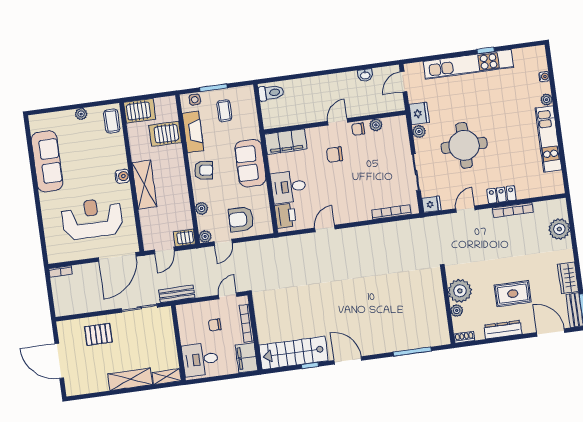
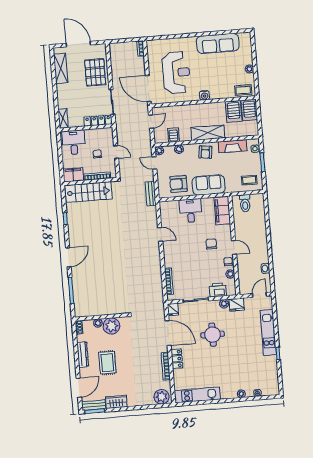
kitchen unit: (468, 64) -> (268, 332), width x0.73
door: (404, 82) -> (259, 295), hinge flipped
toilet: (271, 93) -> (245, 203), moved
coffee table: (224, 111) -> (249, 180), moved
server rack: (165, 134) -> (234, 111), moved, turned 180
kitchen unit: (548, 139) -> (197, 395), moved
round table: (464, 145) -> (213, 335), width x0.73, depth x0.73
shelving: (144, 185) -> (208, 133), moved
door: (465, 209) -> (168, 333), width x1.88
printer: (285, 216) -> (218, 290), moved, turned 180
armchair: (241, 219) -> (178, 184), moved, turned -90
plant: (559, 229) -> (162, 397), moved
server rack: (184, 238) -> (173, 135), moved
door: (164, 250) -> (151, 122), swing flipped
bench: (177, 294) -> (151, 194), moved
door: (228, 296) -> (116, 152), moved
locker: (167, 327) -> (98, 121), added
pallet: (98, 334) -> (95, 72), width x1.50, depth x1.42
stairs: (293, 353) -> (88, 192), moved, turned 90
door: (348, 360) -> (68, 257), moved
door: (59, 361) -> (78, 44), hinge flipped
shelving: (130, 379) -> (61, 68), moved

